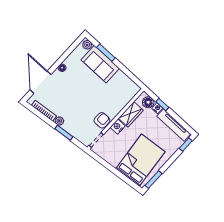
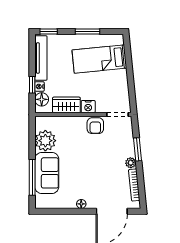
plant: (87, 45) -> (45, 141), moved, width x1.87, depth x1.87
window: (106, 53) -> (32, 177), width x1.44
armchair: (102, 120) -> (95, 126), turned -90
bed: (140, 160) -> (99, 59), width x0.67
window: (154, 180) -> (87, 32), moved

